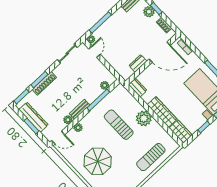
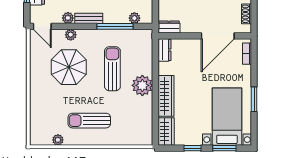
door: (160, 52) -> (218, 36), hinge flipped
dresser: (138, 63) -> (169, 27), moved
sun lounger: (151, 157) -> (89, 121), moved
parasol: (98, 161) -> (69, 67), moved

